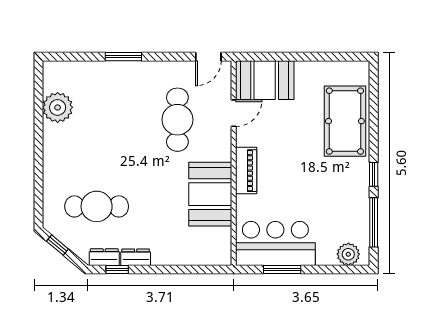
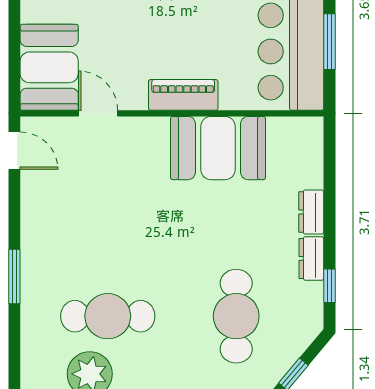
cafe table: (177, 120) -> (108, 316), moved
dresser: (104, 257) -> (311, 212), moved

